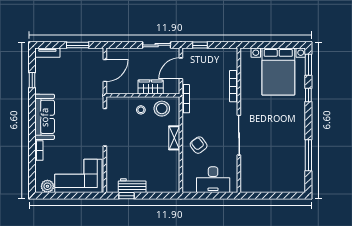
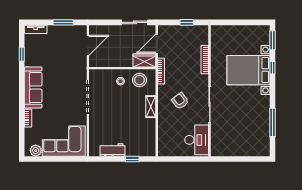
window: (200, 45) -> (187, 22), moved
bed with nightstands: (278, 72) -> (248, 70), moved, turned 90
wardrobe: (151, 87) -> (144, 60), moved
armchair: (199, 145) -> (180, 101), moved
desk: (213, 180) -> (197, 140), moved, turned -90
window: (126, 196) -> (132, 159), moved

